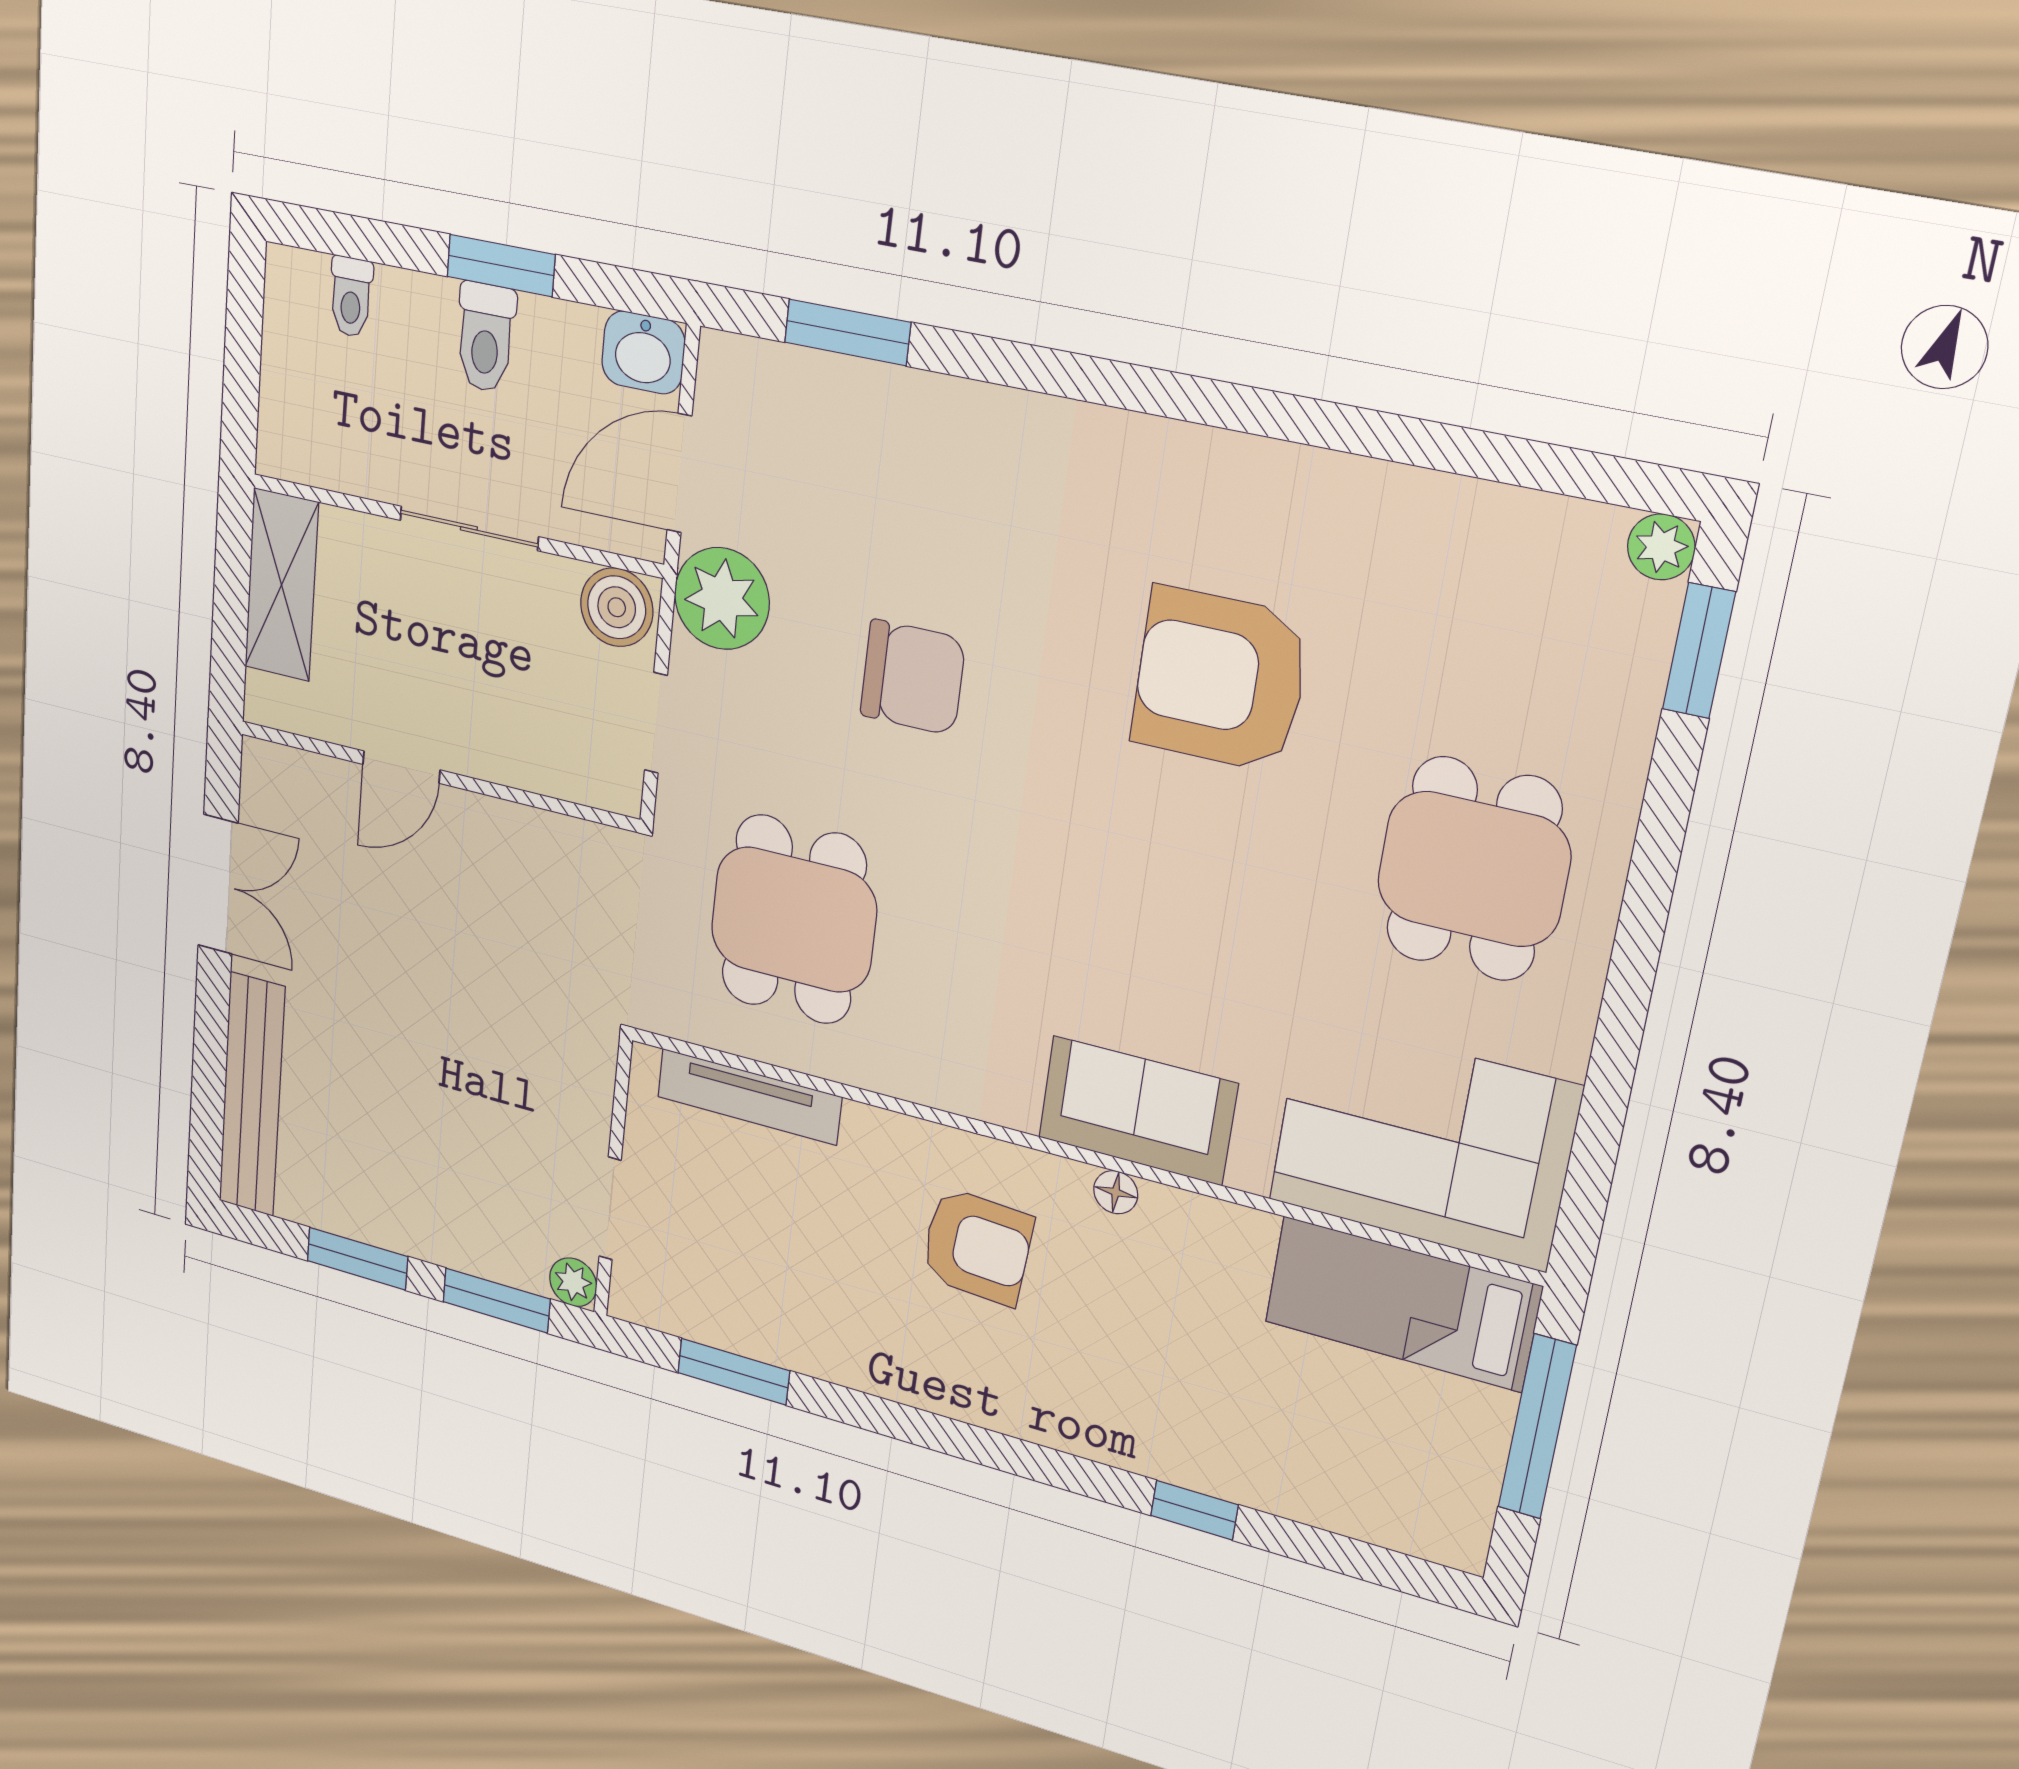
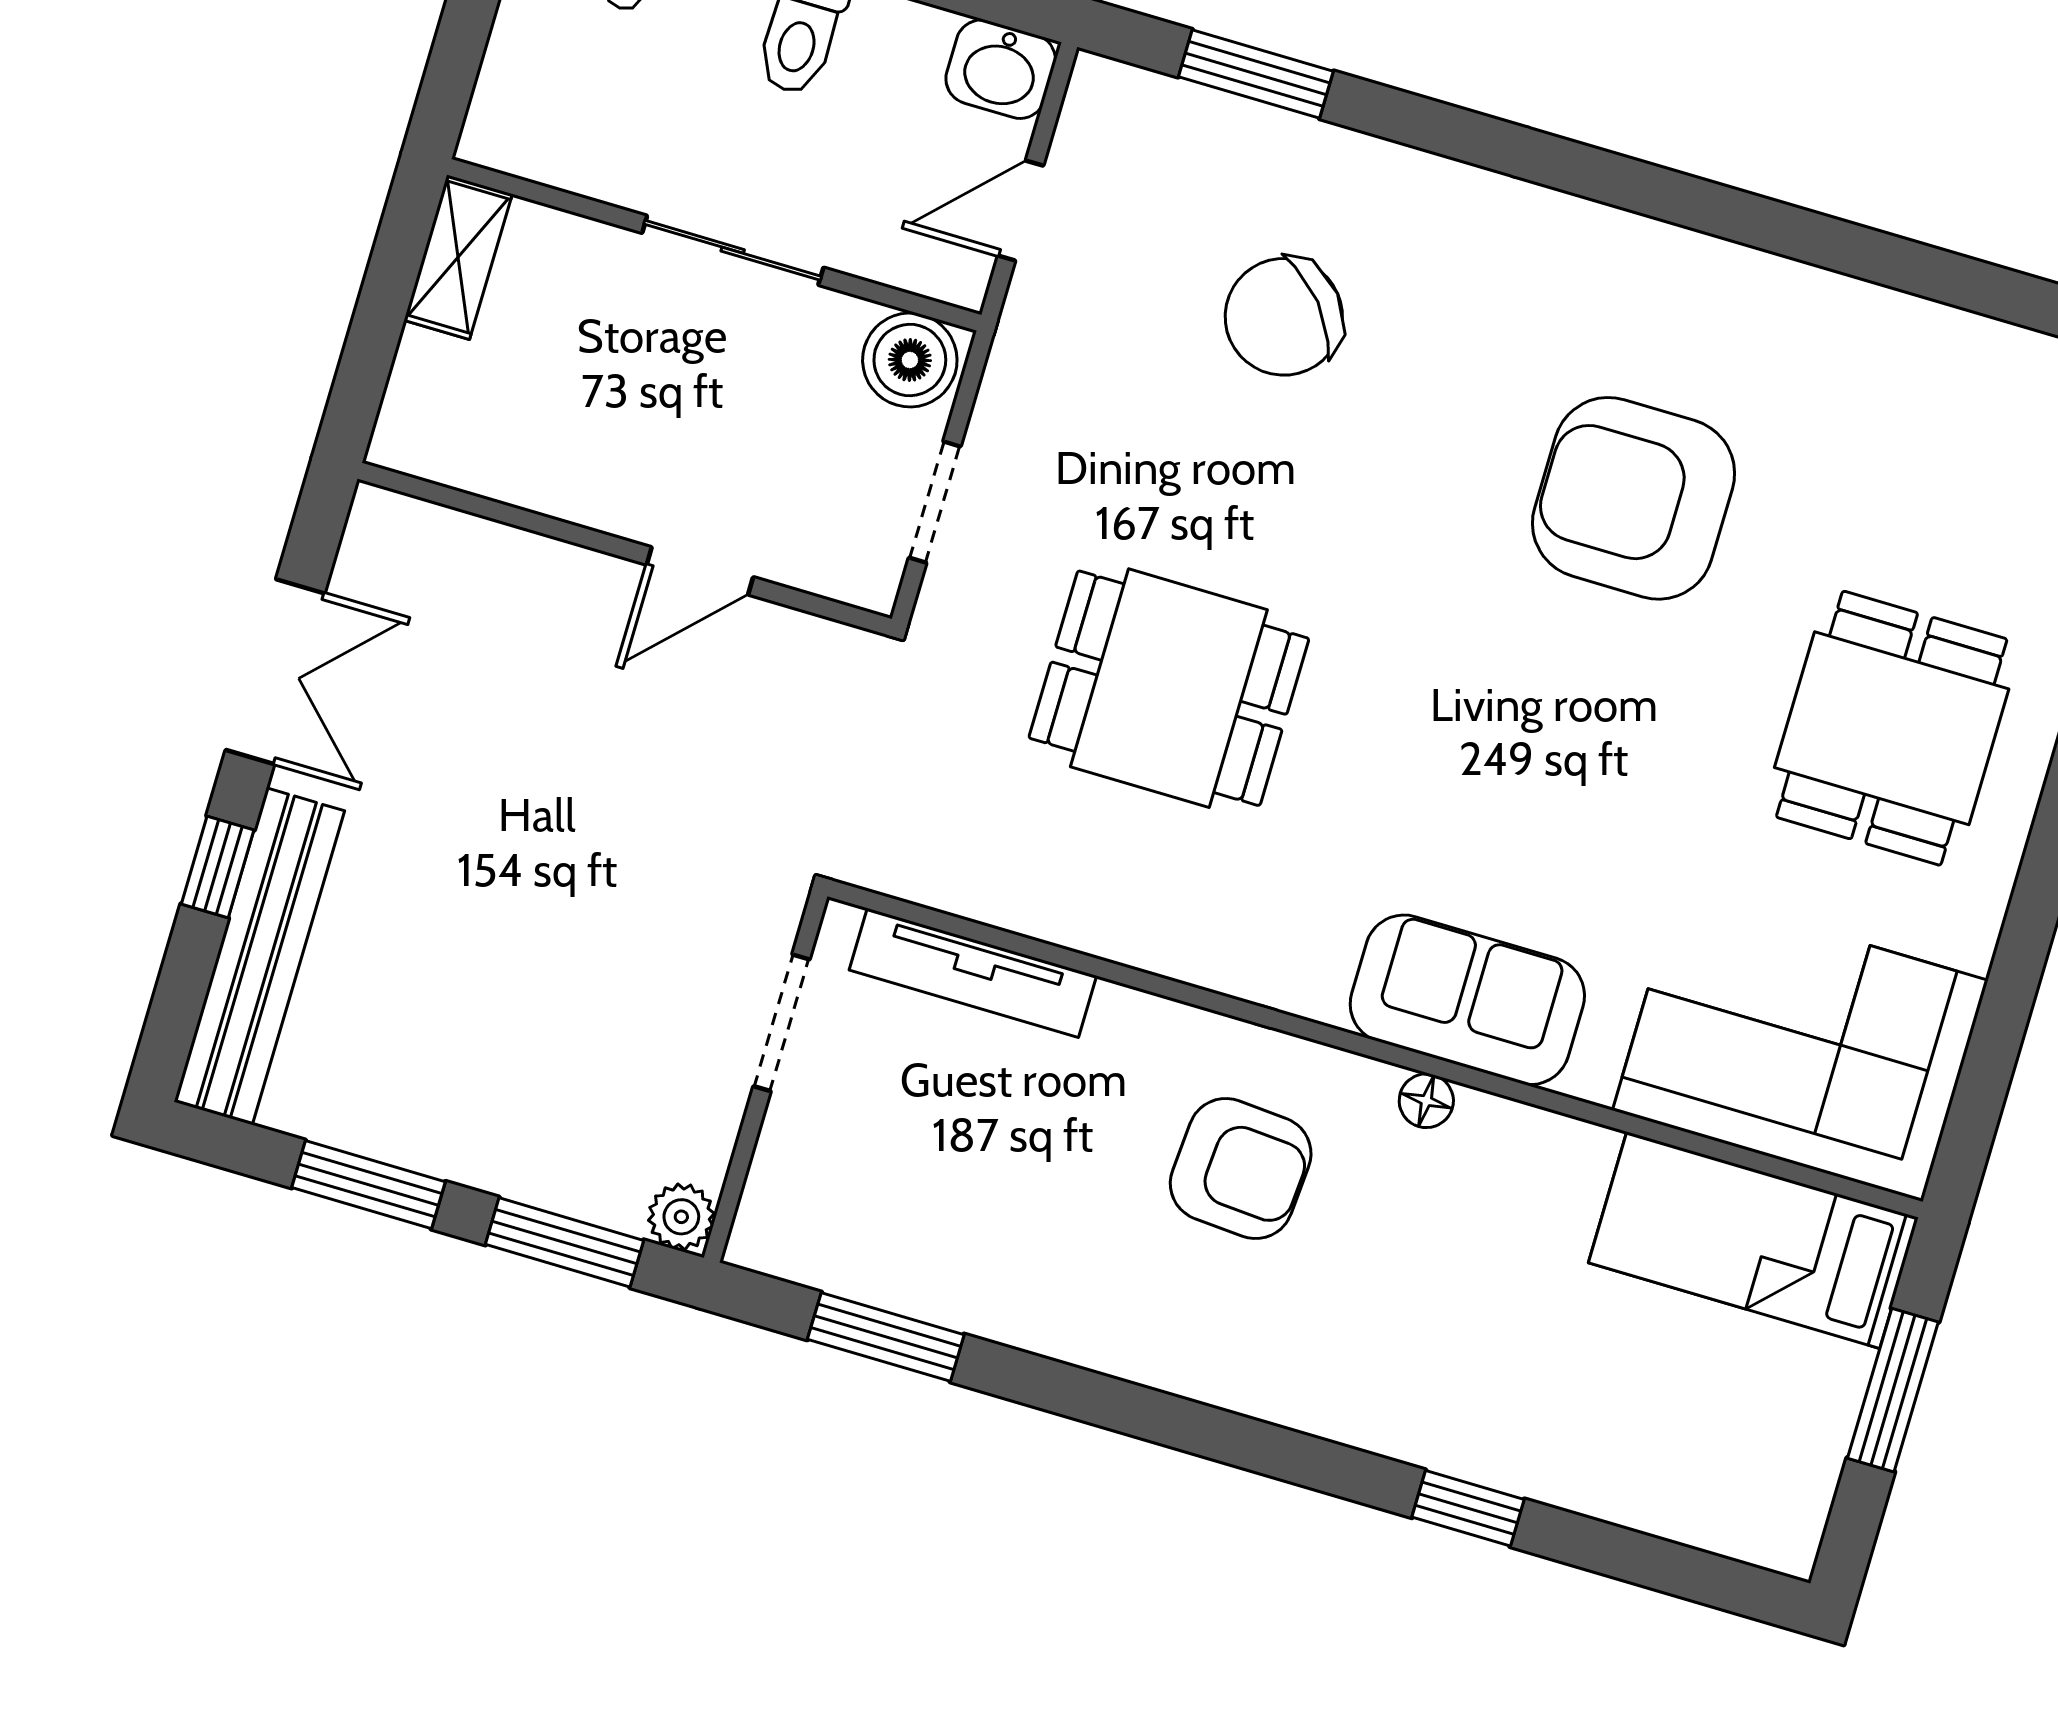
door: (679, 473) -> (1021, 211), width x0.73
shelving: (282, 585) -> (458, 257), width x0.67, depth x0.75
plant: (722, 599) -> (1048, 360), removed
chair: (913, 677) -> (1284, 317), moved, turned 140
door: (401, 767) -> (700, 571), moved
dining table: (794, 920) -> (1169, 688), moved, turned 90
window: (211, 1031) -> (218, 867), added
doorway: (610, 1208) -> (782, 1023), moved
window: (1537, 1427) -> (1893, 1390), width x0.69

